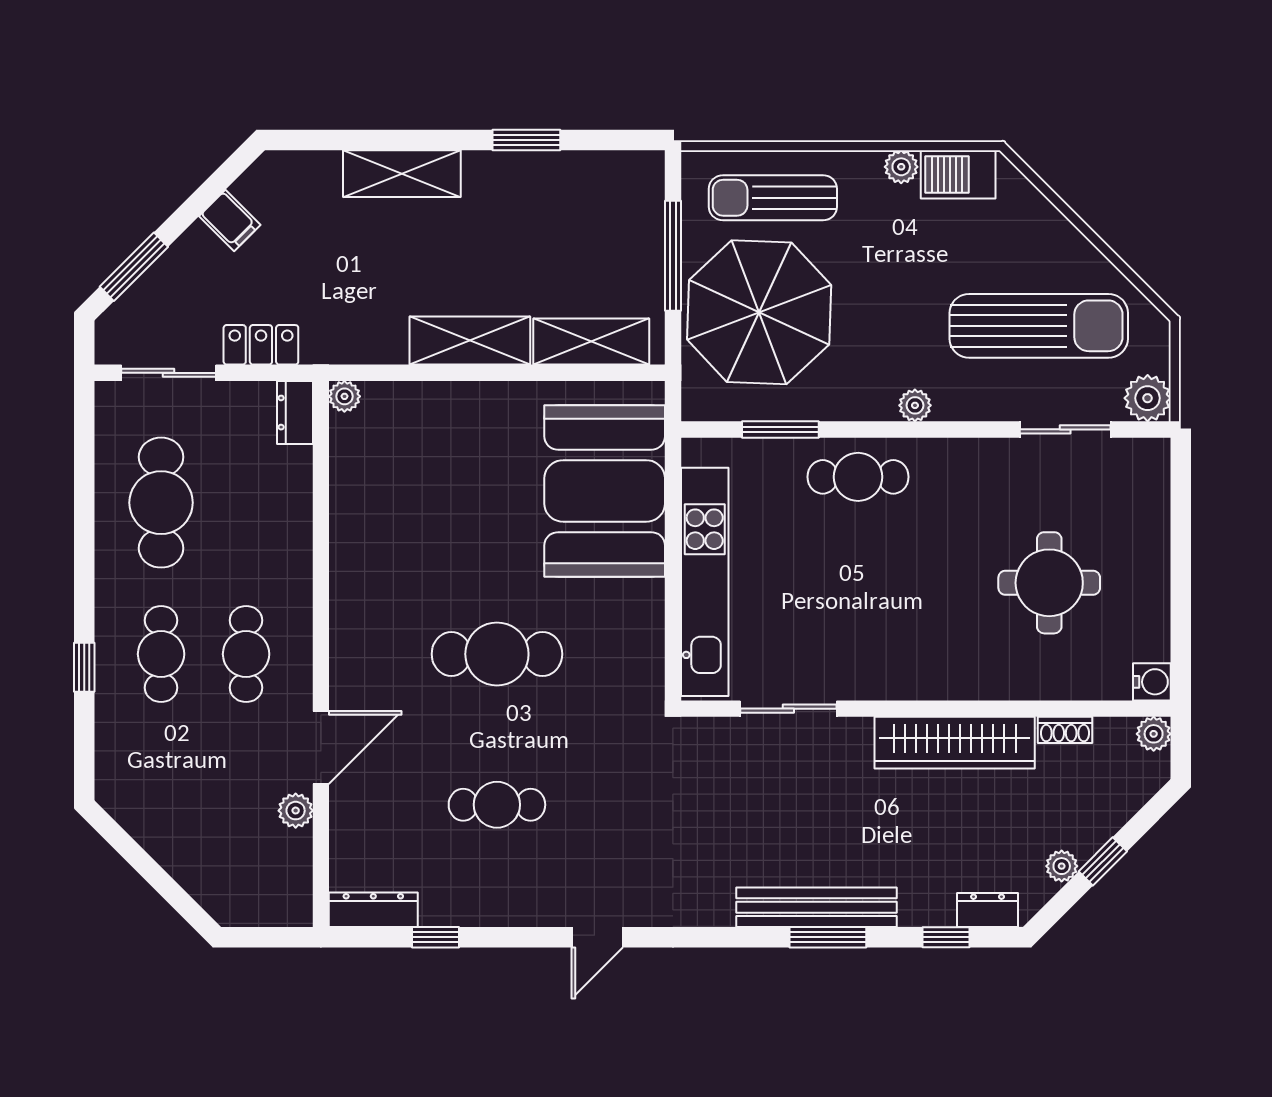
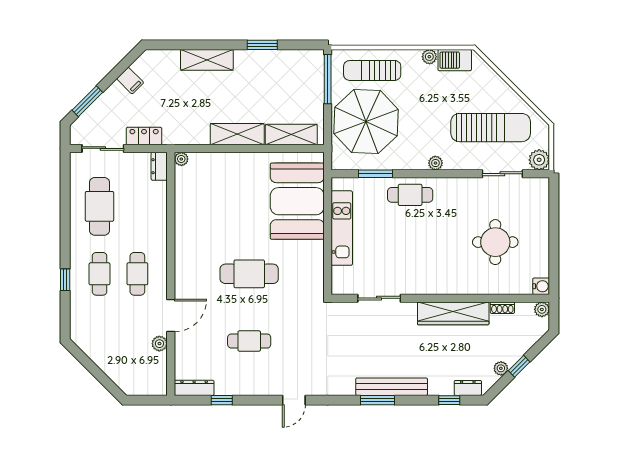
window: (673, 256) -> (328, 79), moved
kitchen unit: (705, 582) -> (342, 228), width x0.73
window: (828, 937) -> (377, 400), moved

